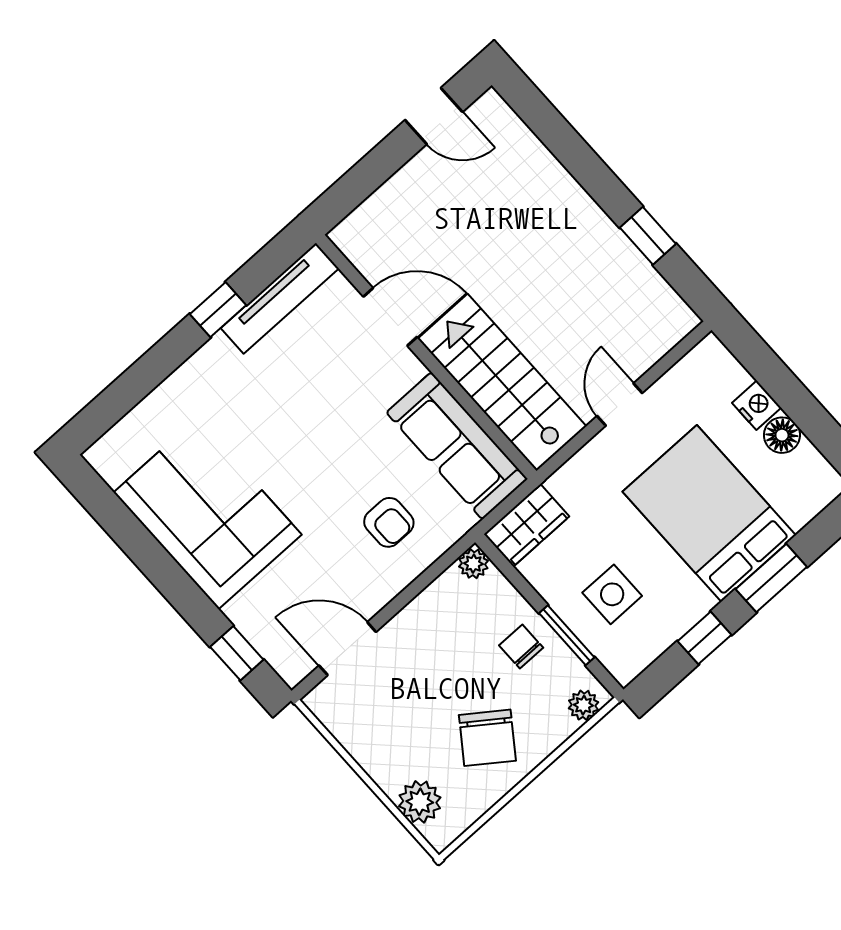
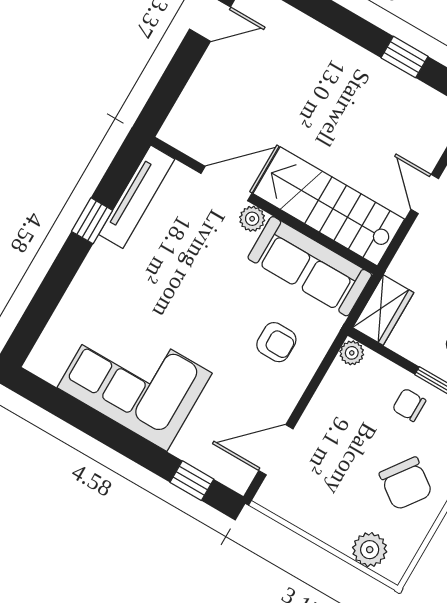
plant: (407, 368) -> (252, 219), added

